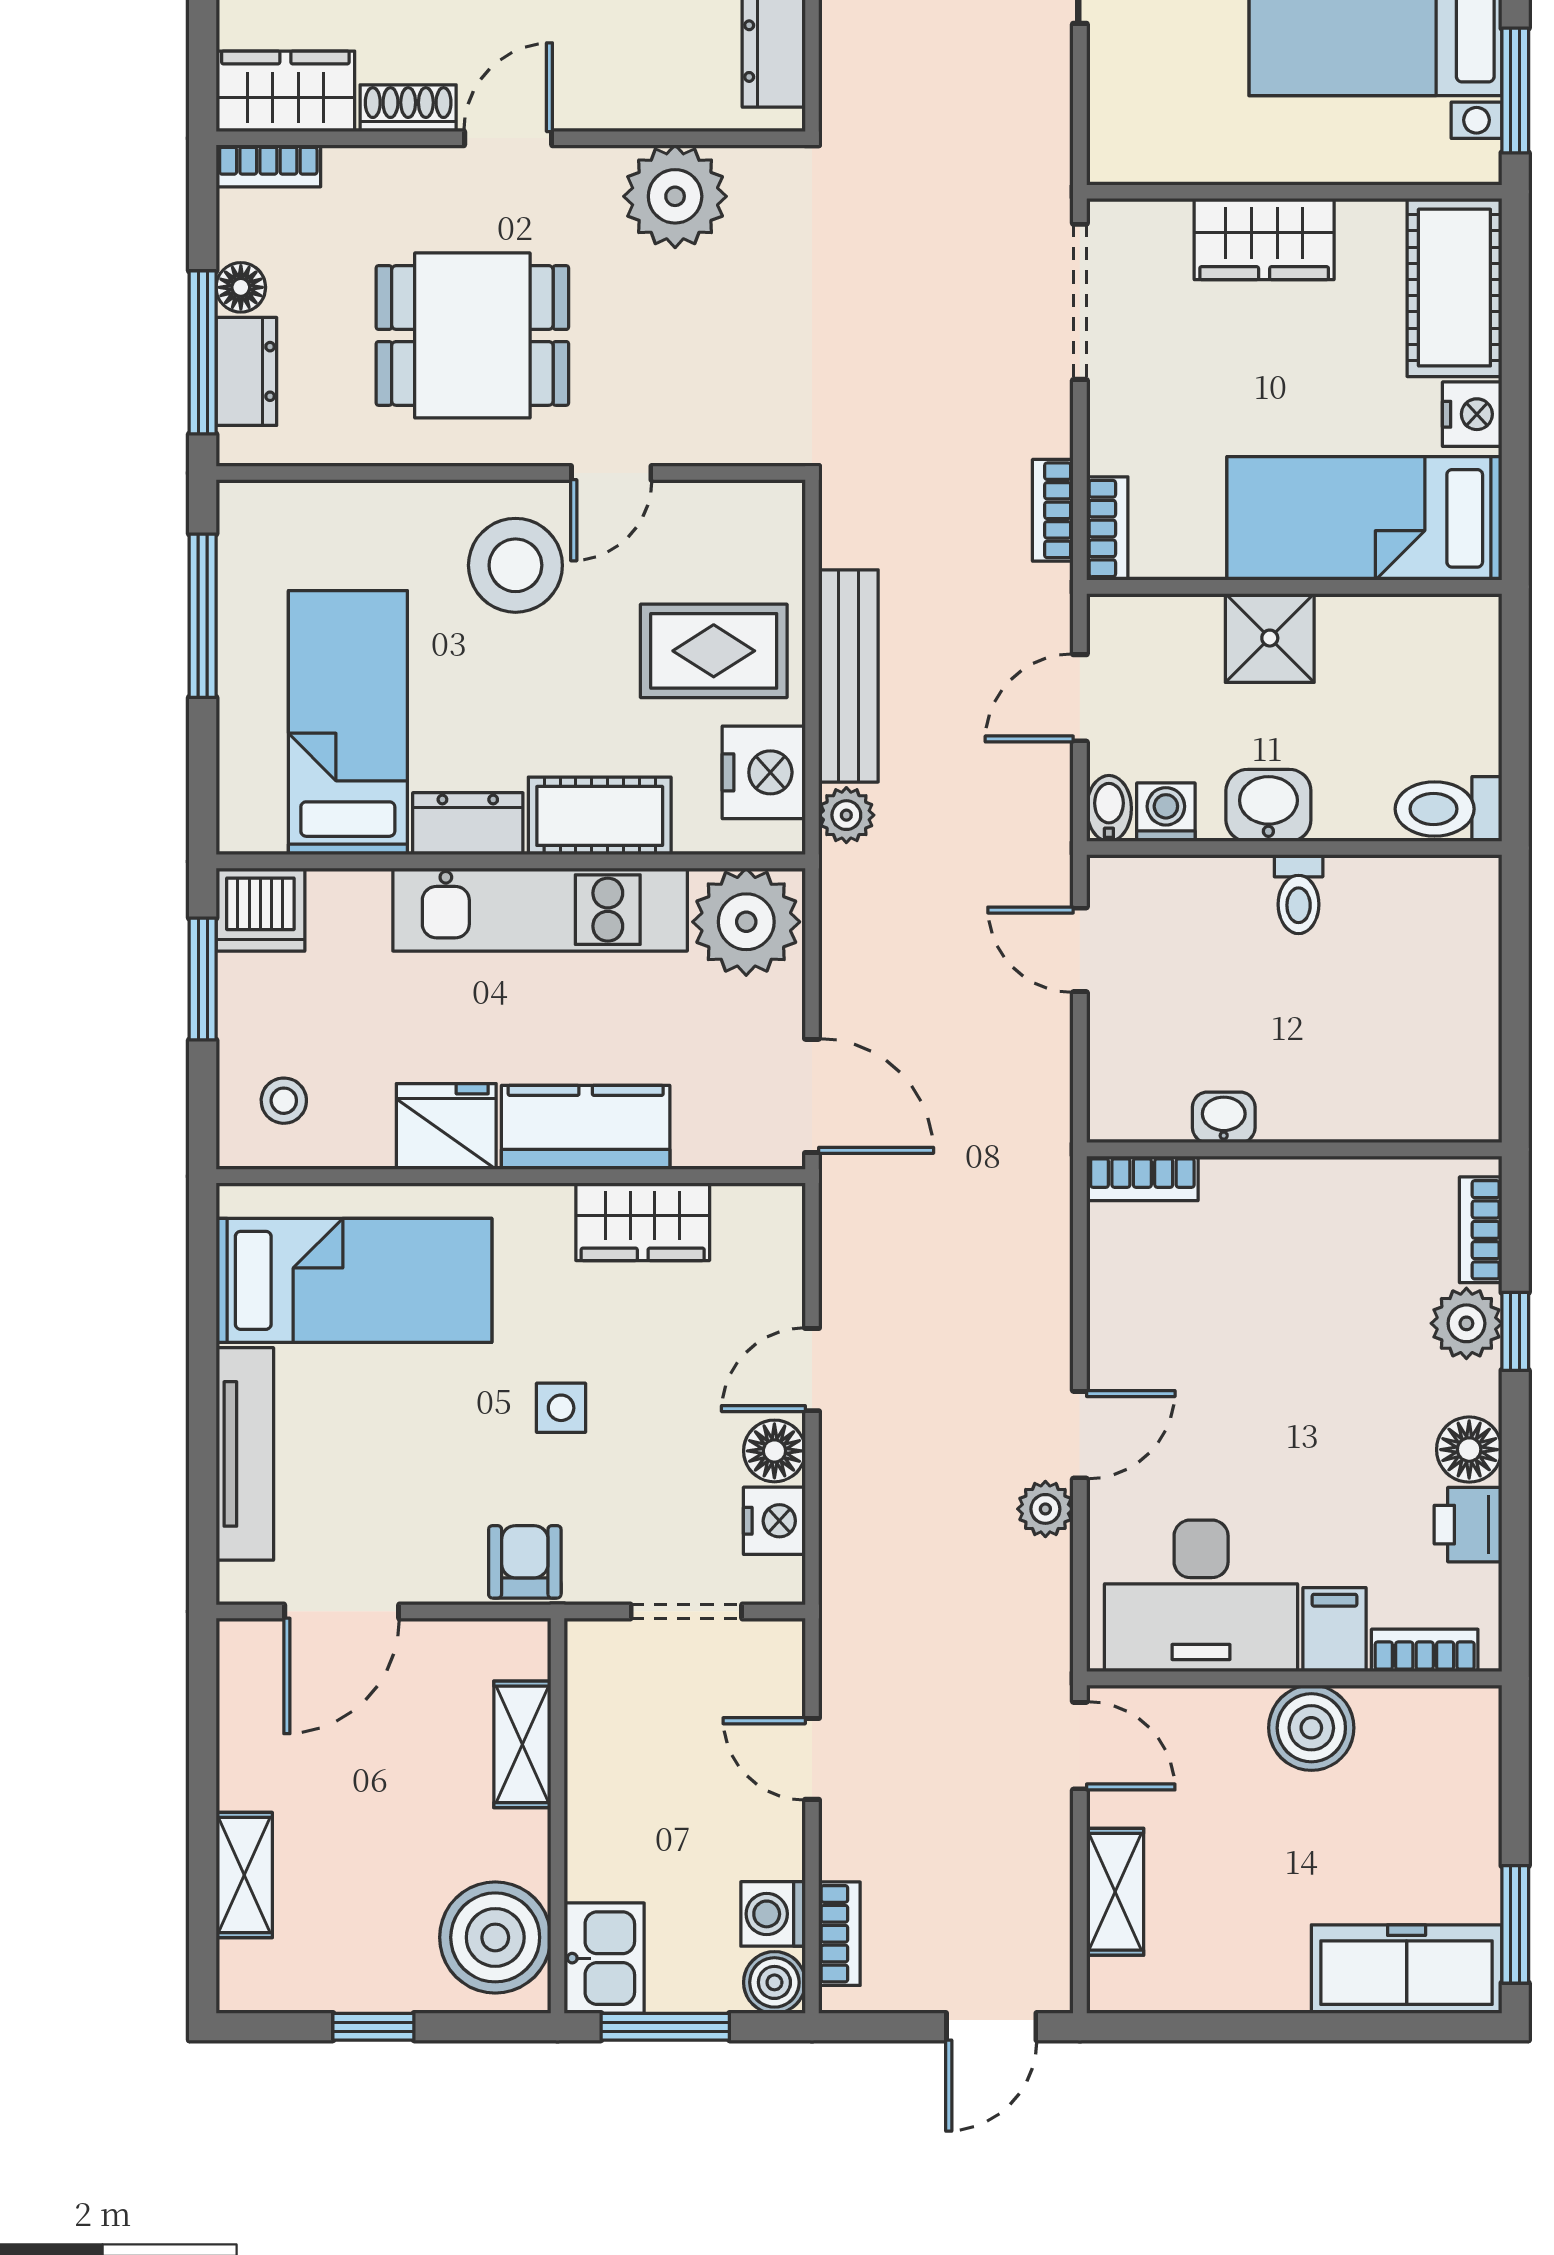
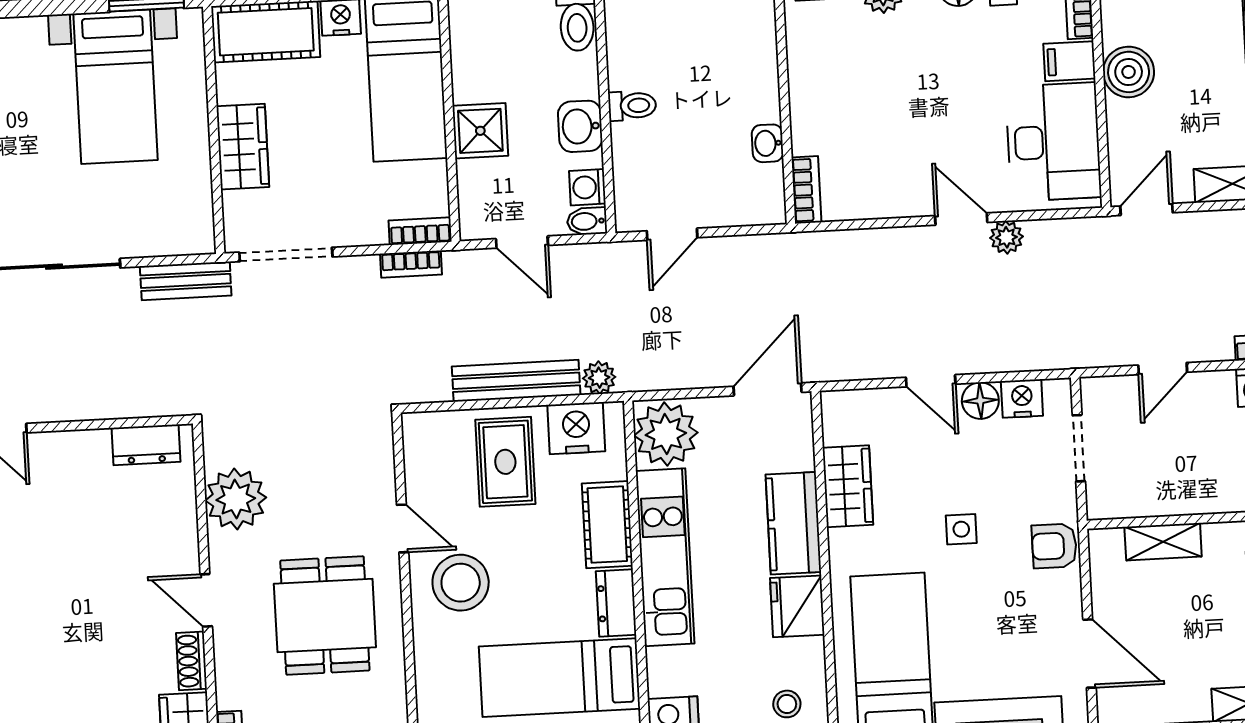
bench: (1044, 132) -> (186, 281), added

